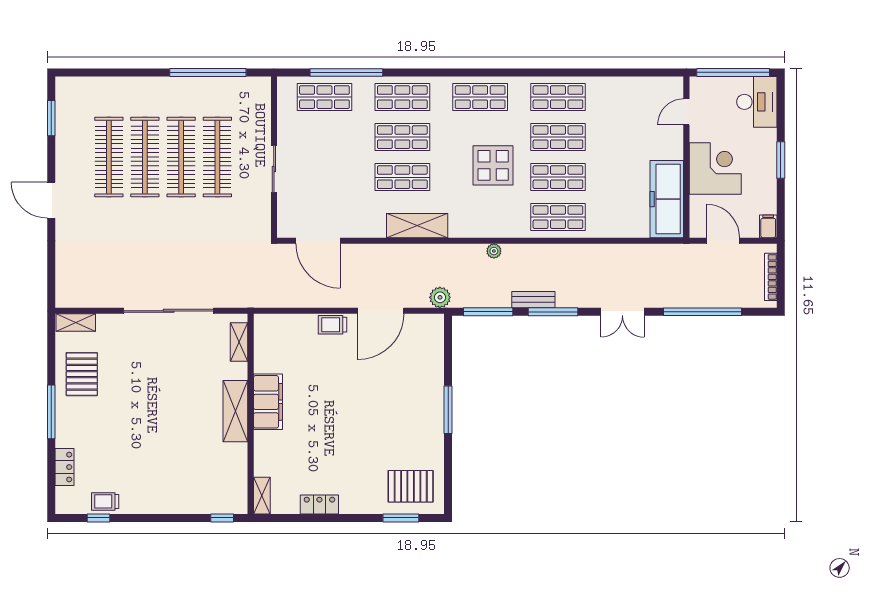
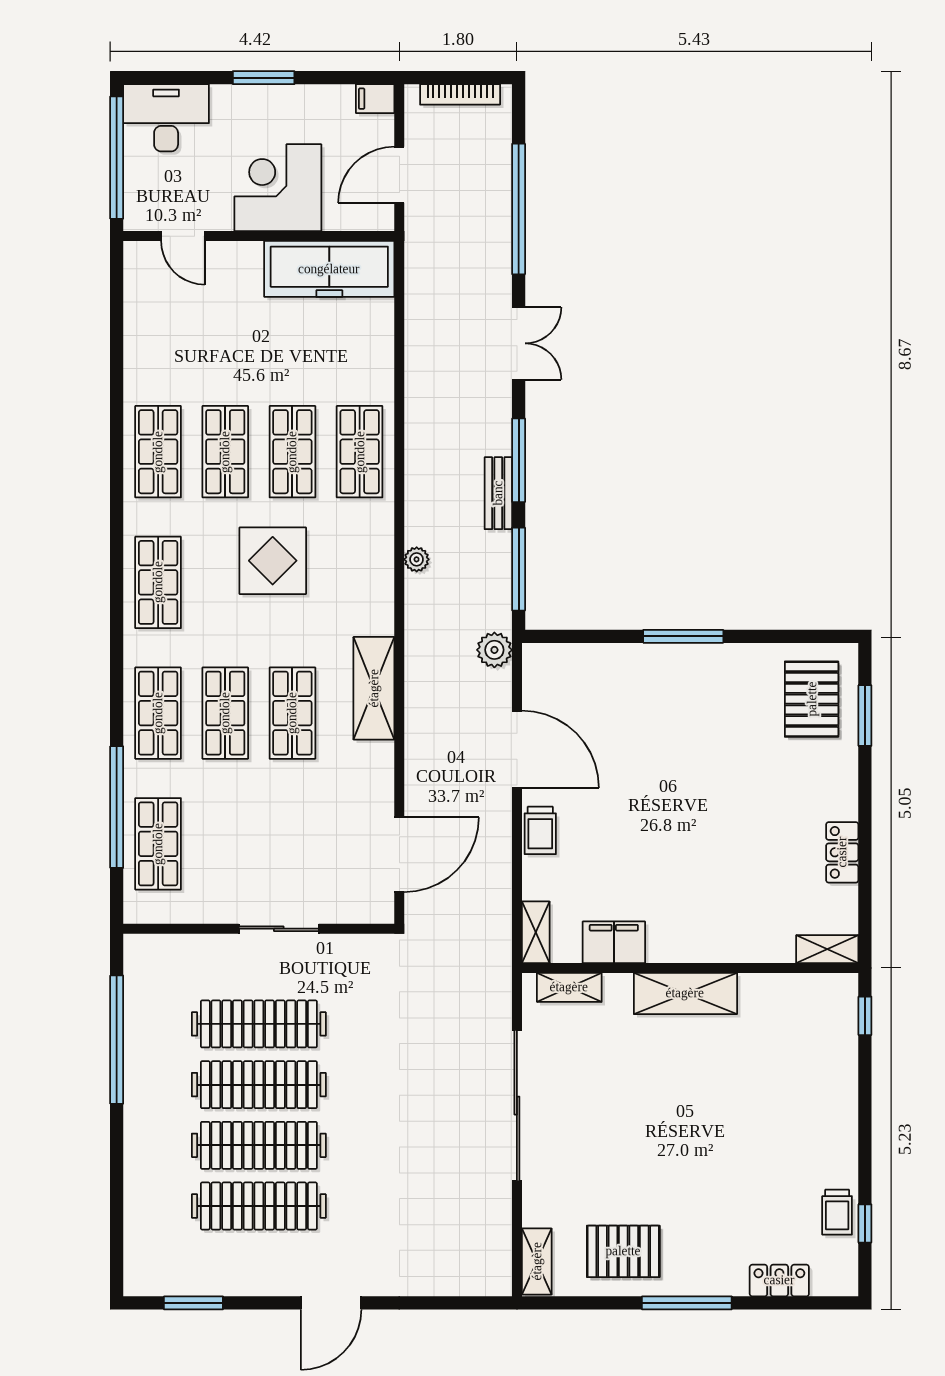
shelving: (272, 322) -> (536, 932), added
filing cabinet: (268, 402) -> (614, 942), moved, width x0.67, depth x0.86

